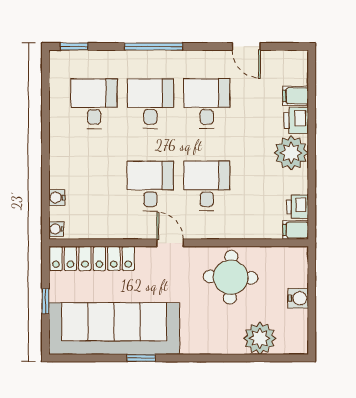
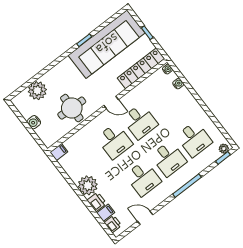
plant: (63, 59) -> (224, 149), added
printer: (298, 207) -> (113, 224), moved

